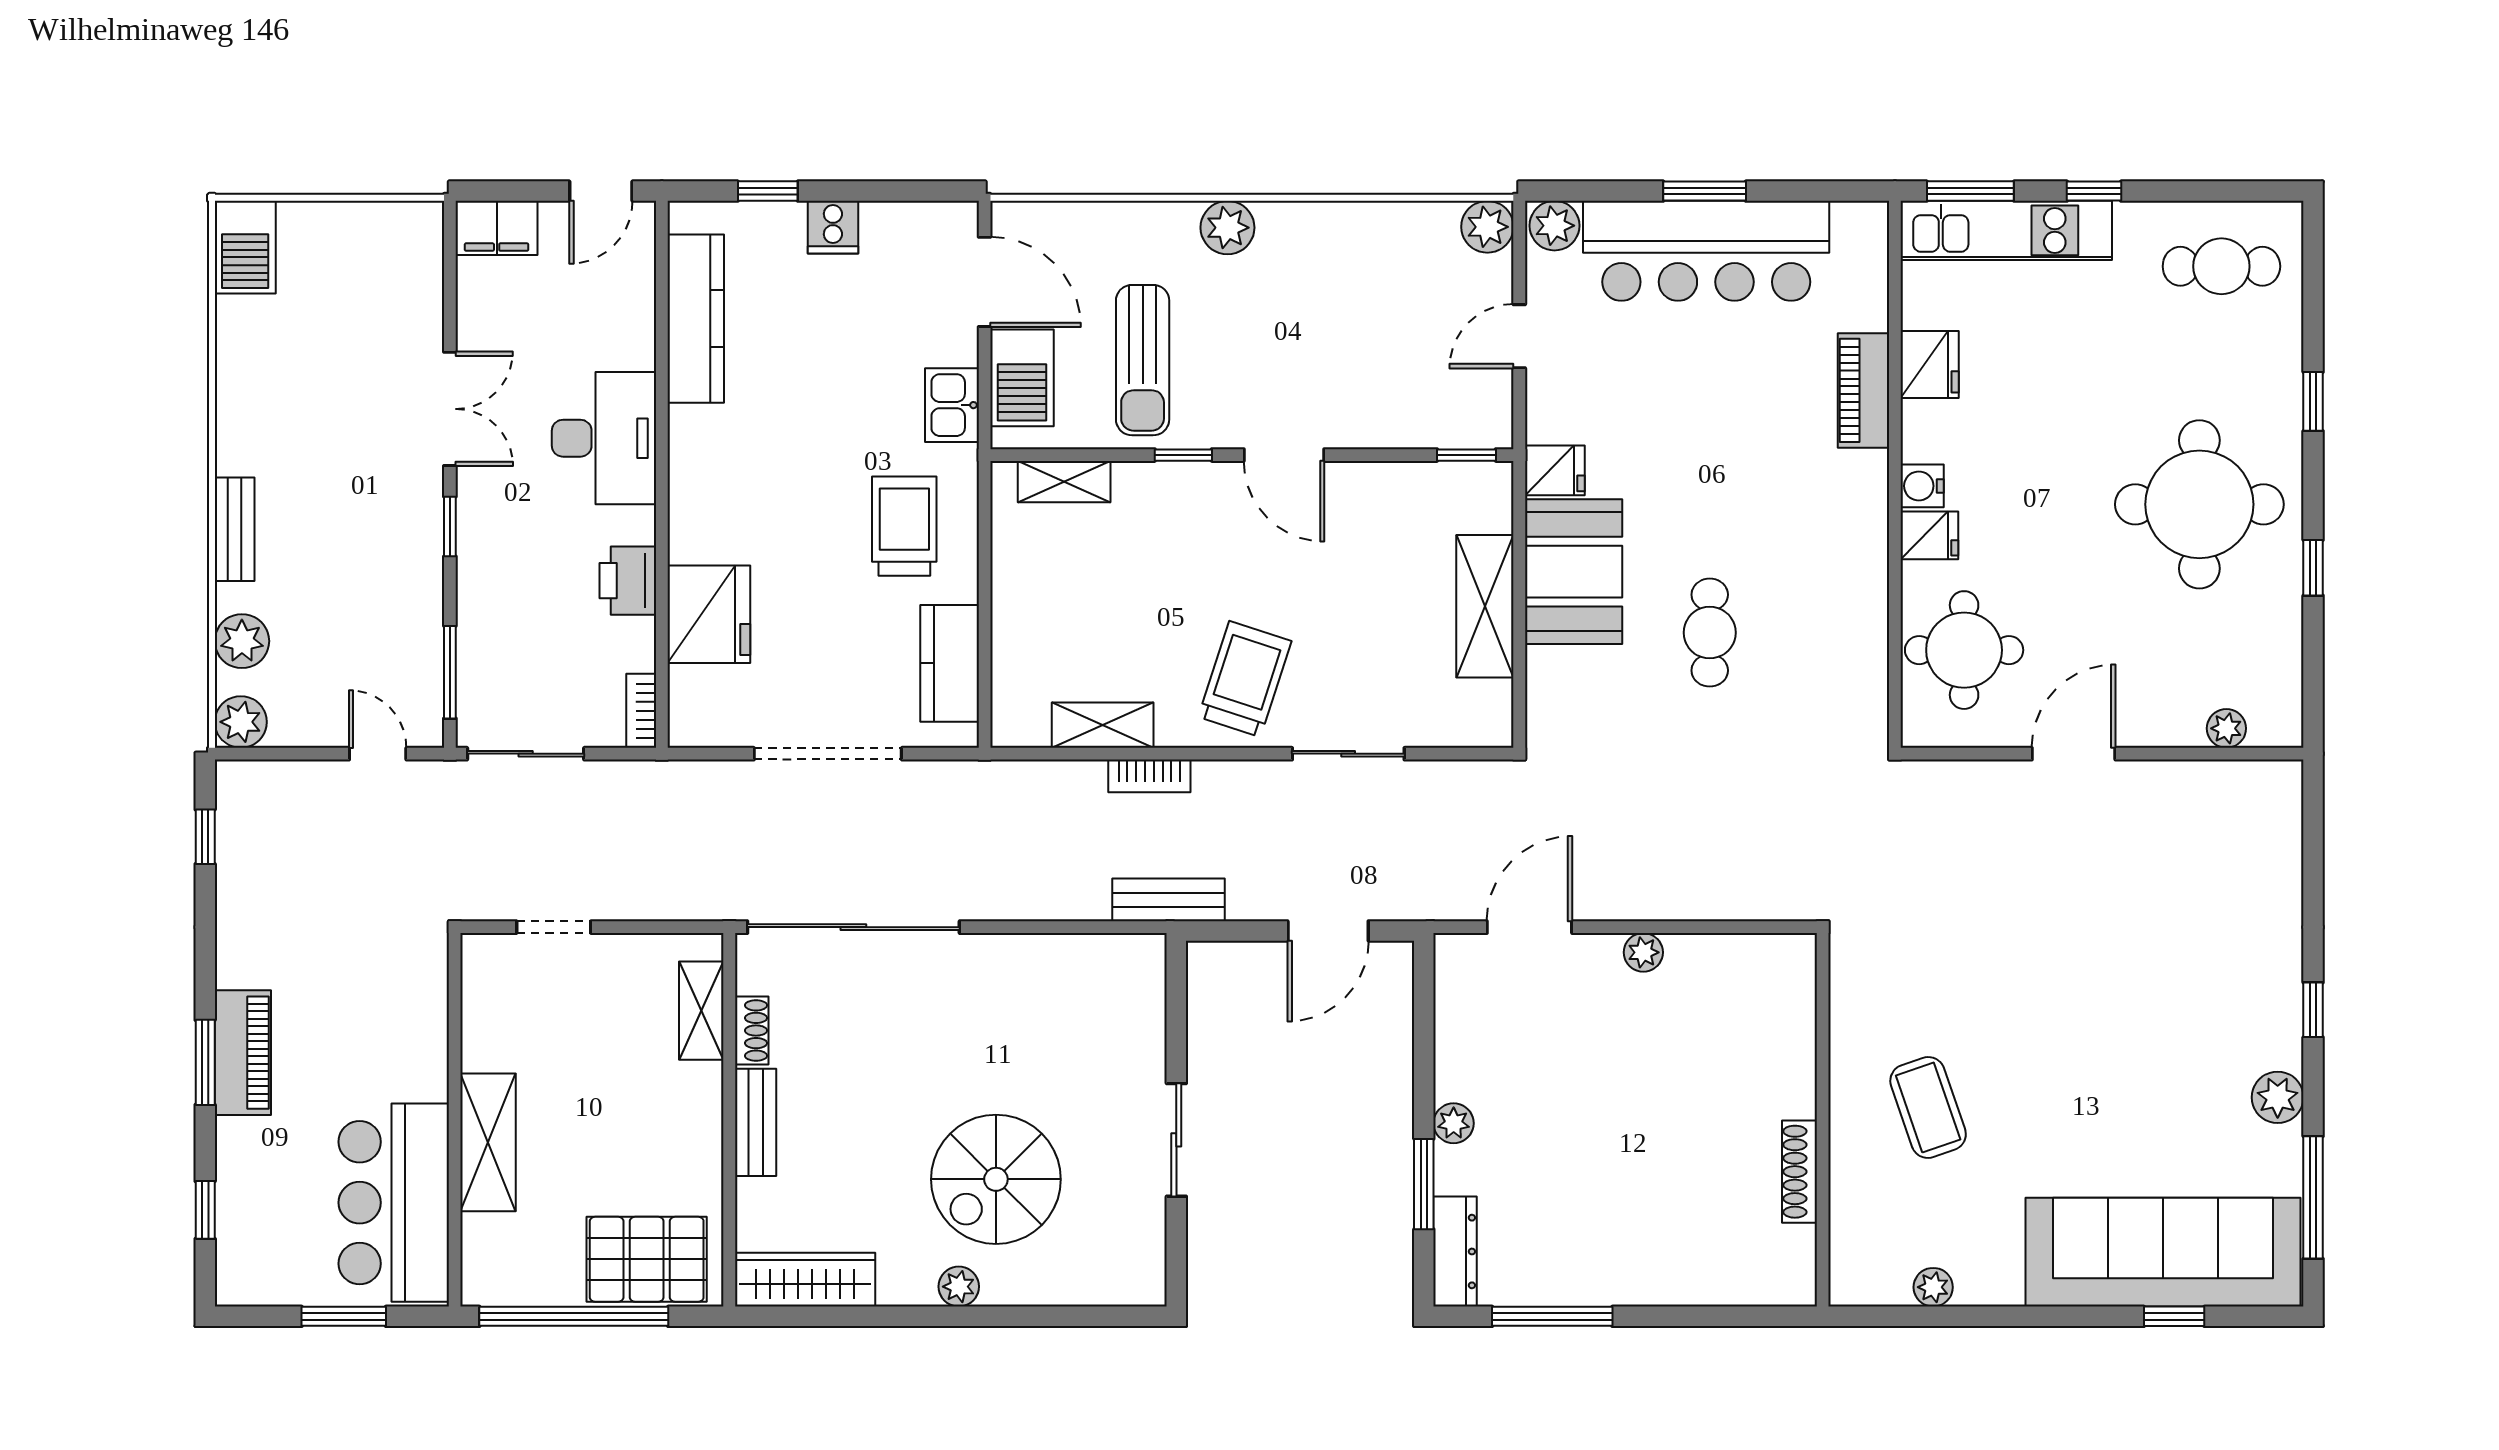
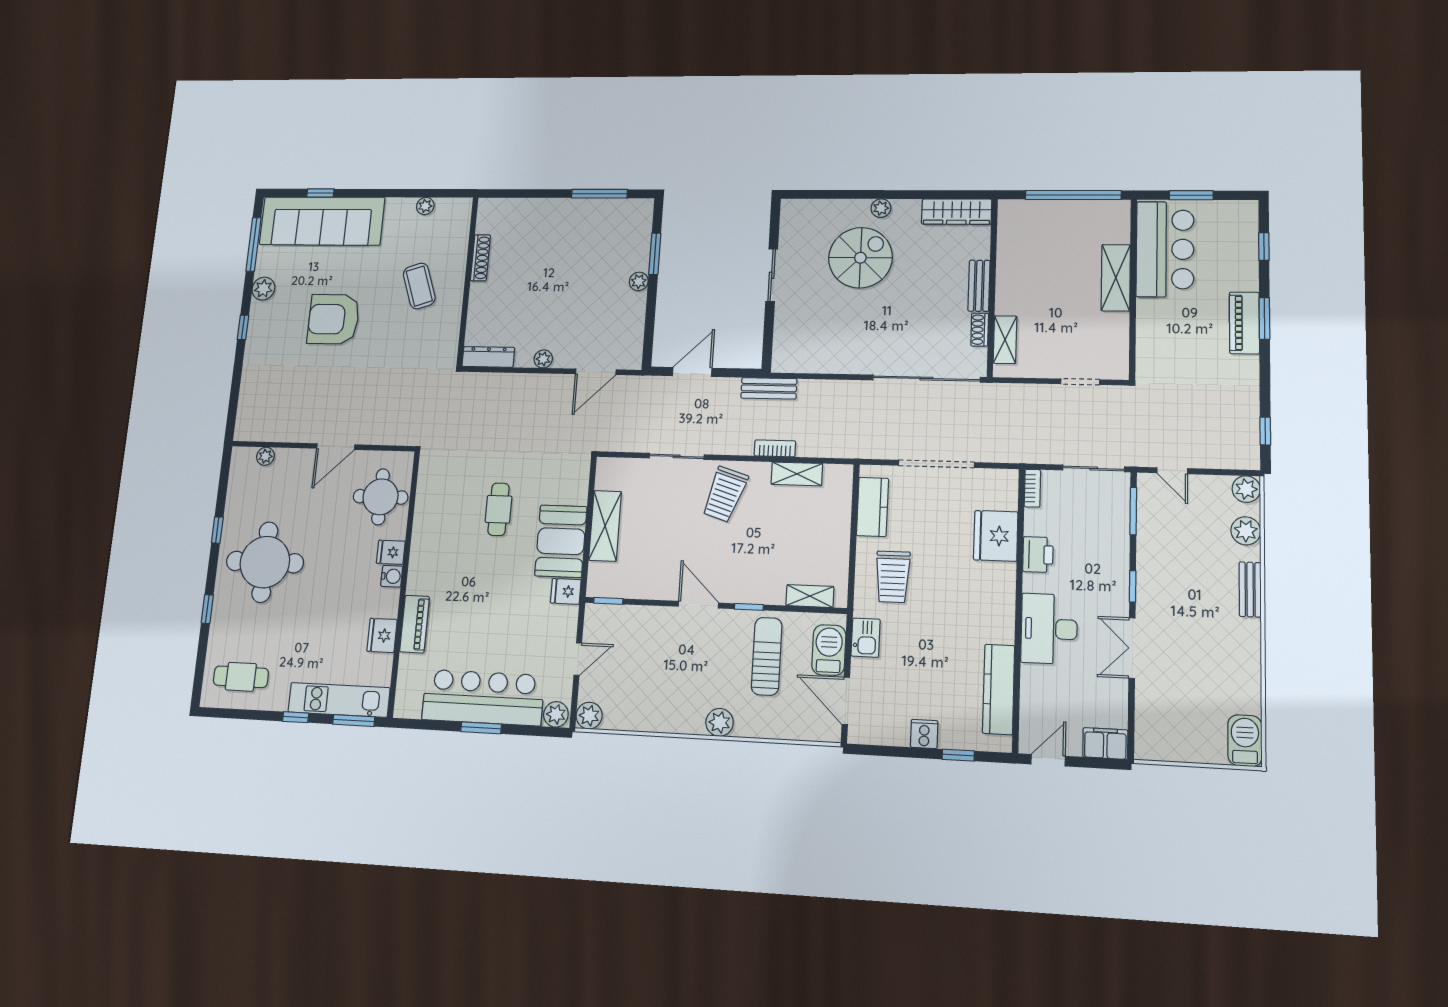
armchair: (2111, 1031) -> (333, 319), added
dresser: (1455, 1251) -> (488, 357), moved, turned 90
pallet: (647, 1259) -> (1036, 222), removed

